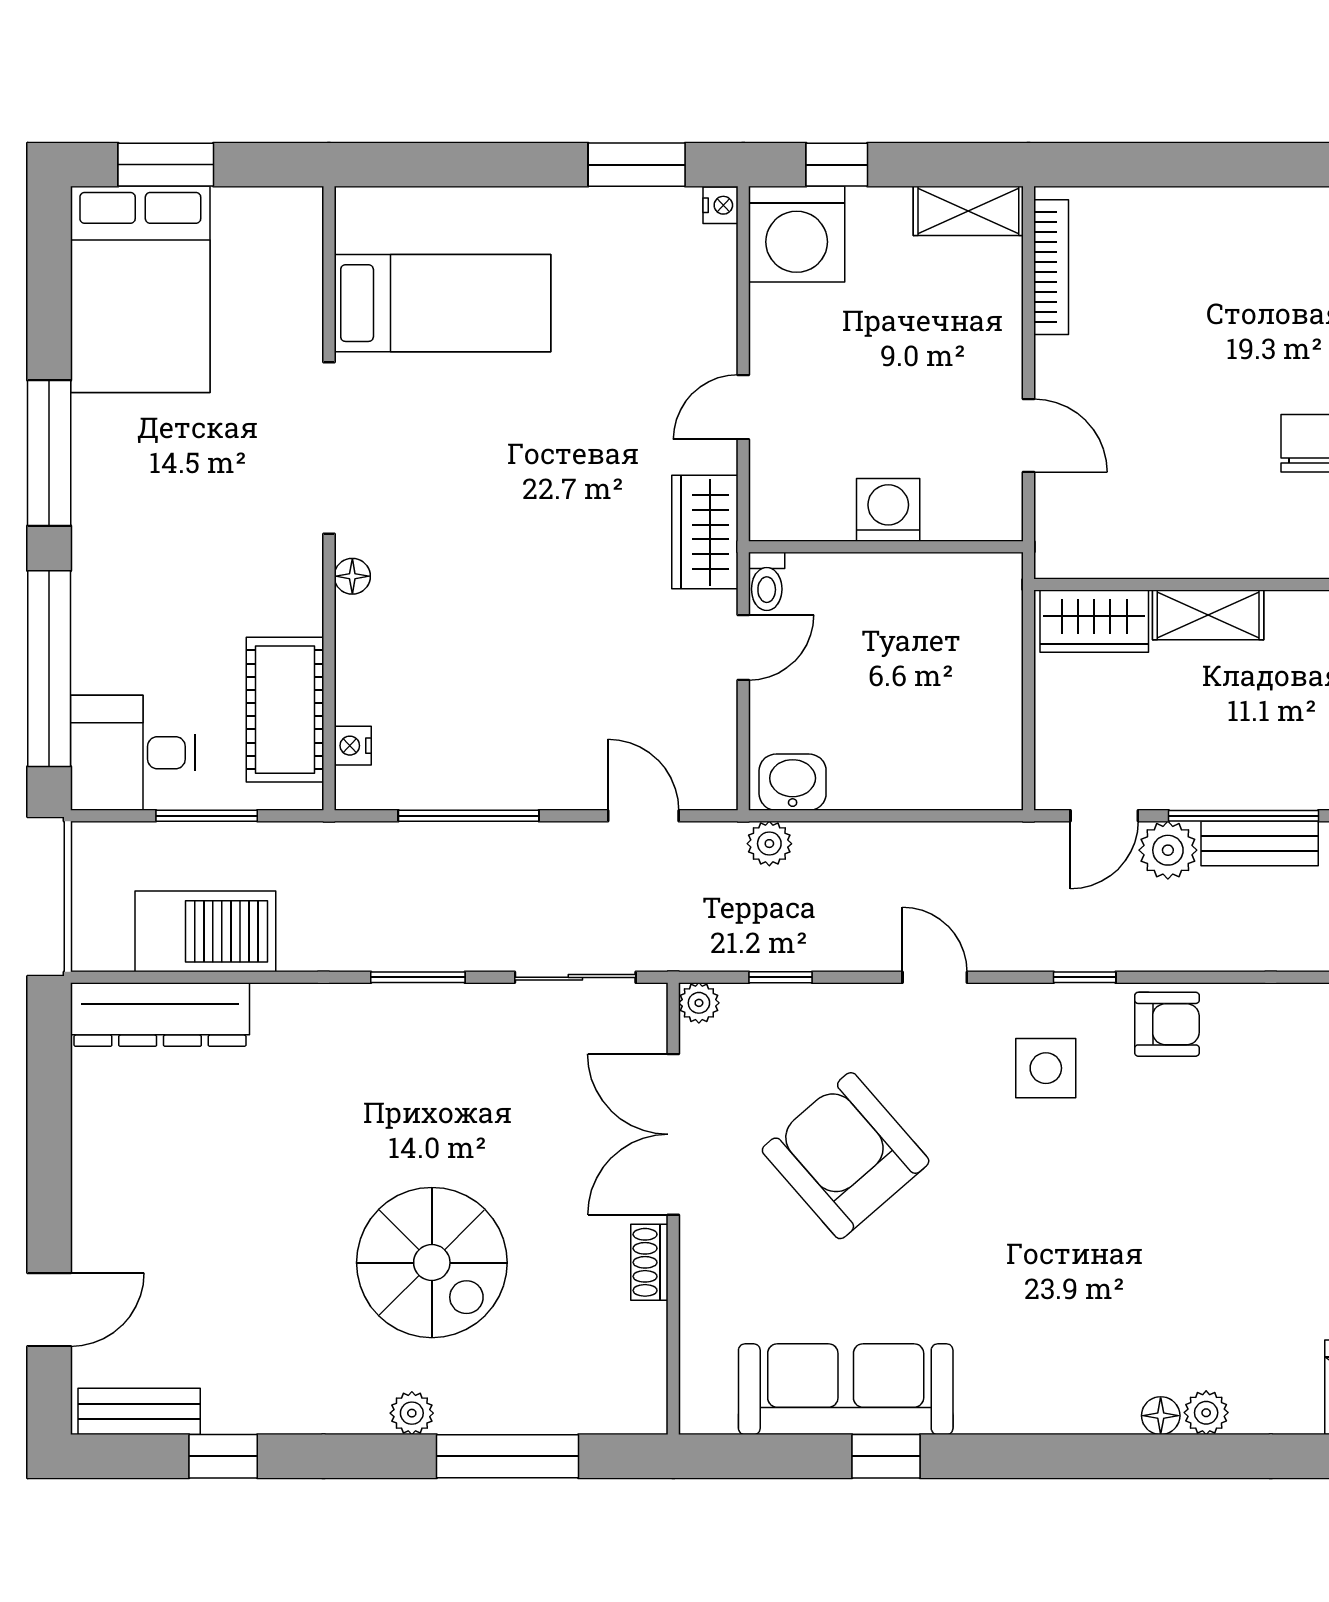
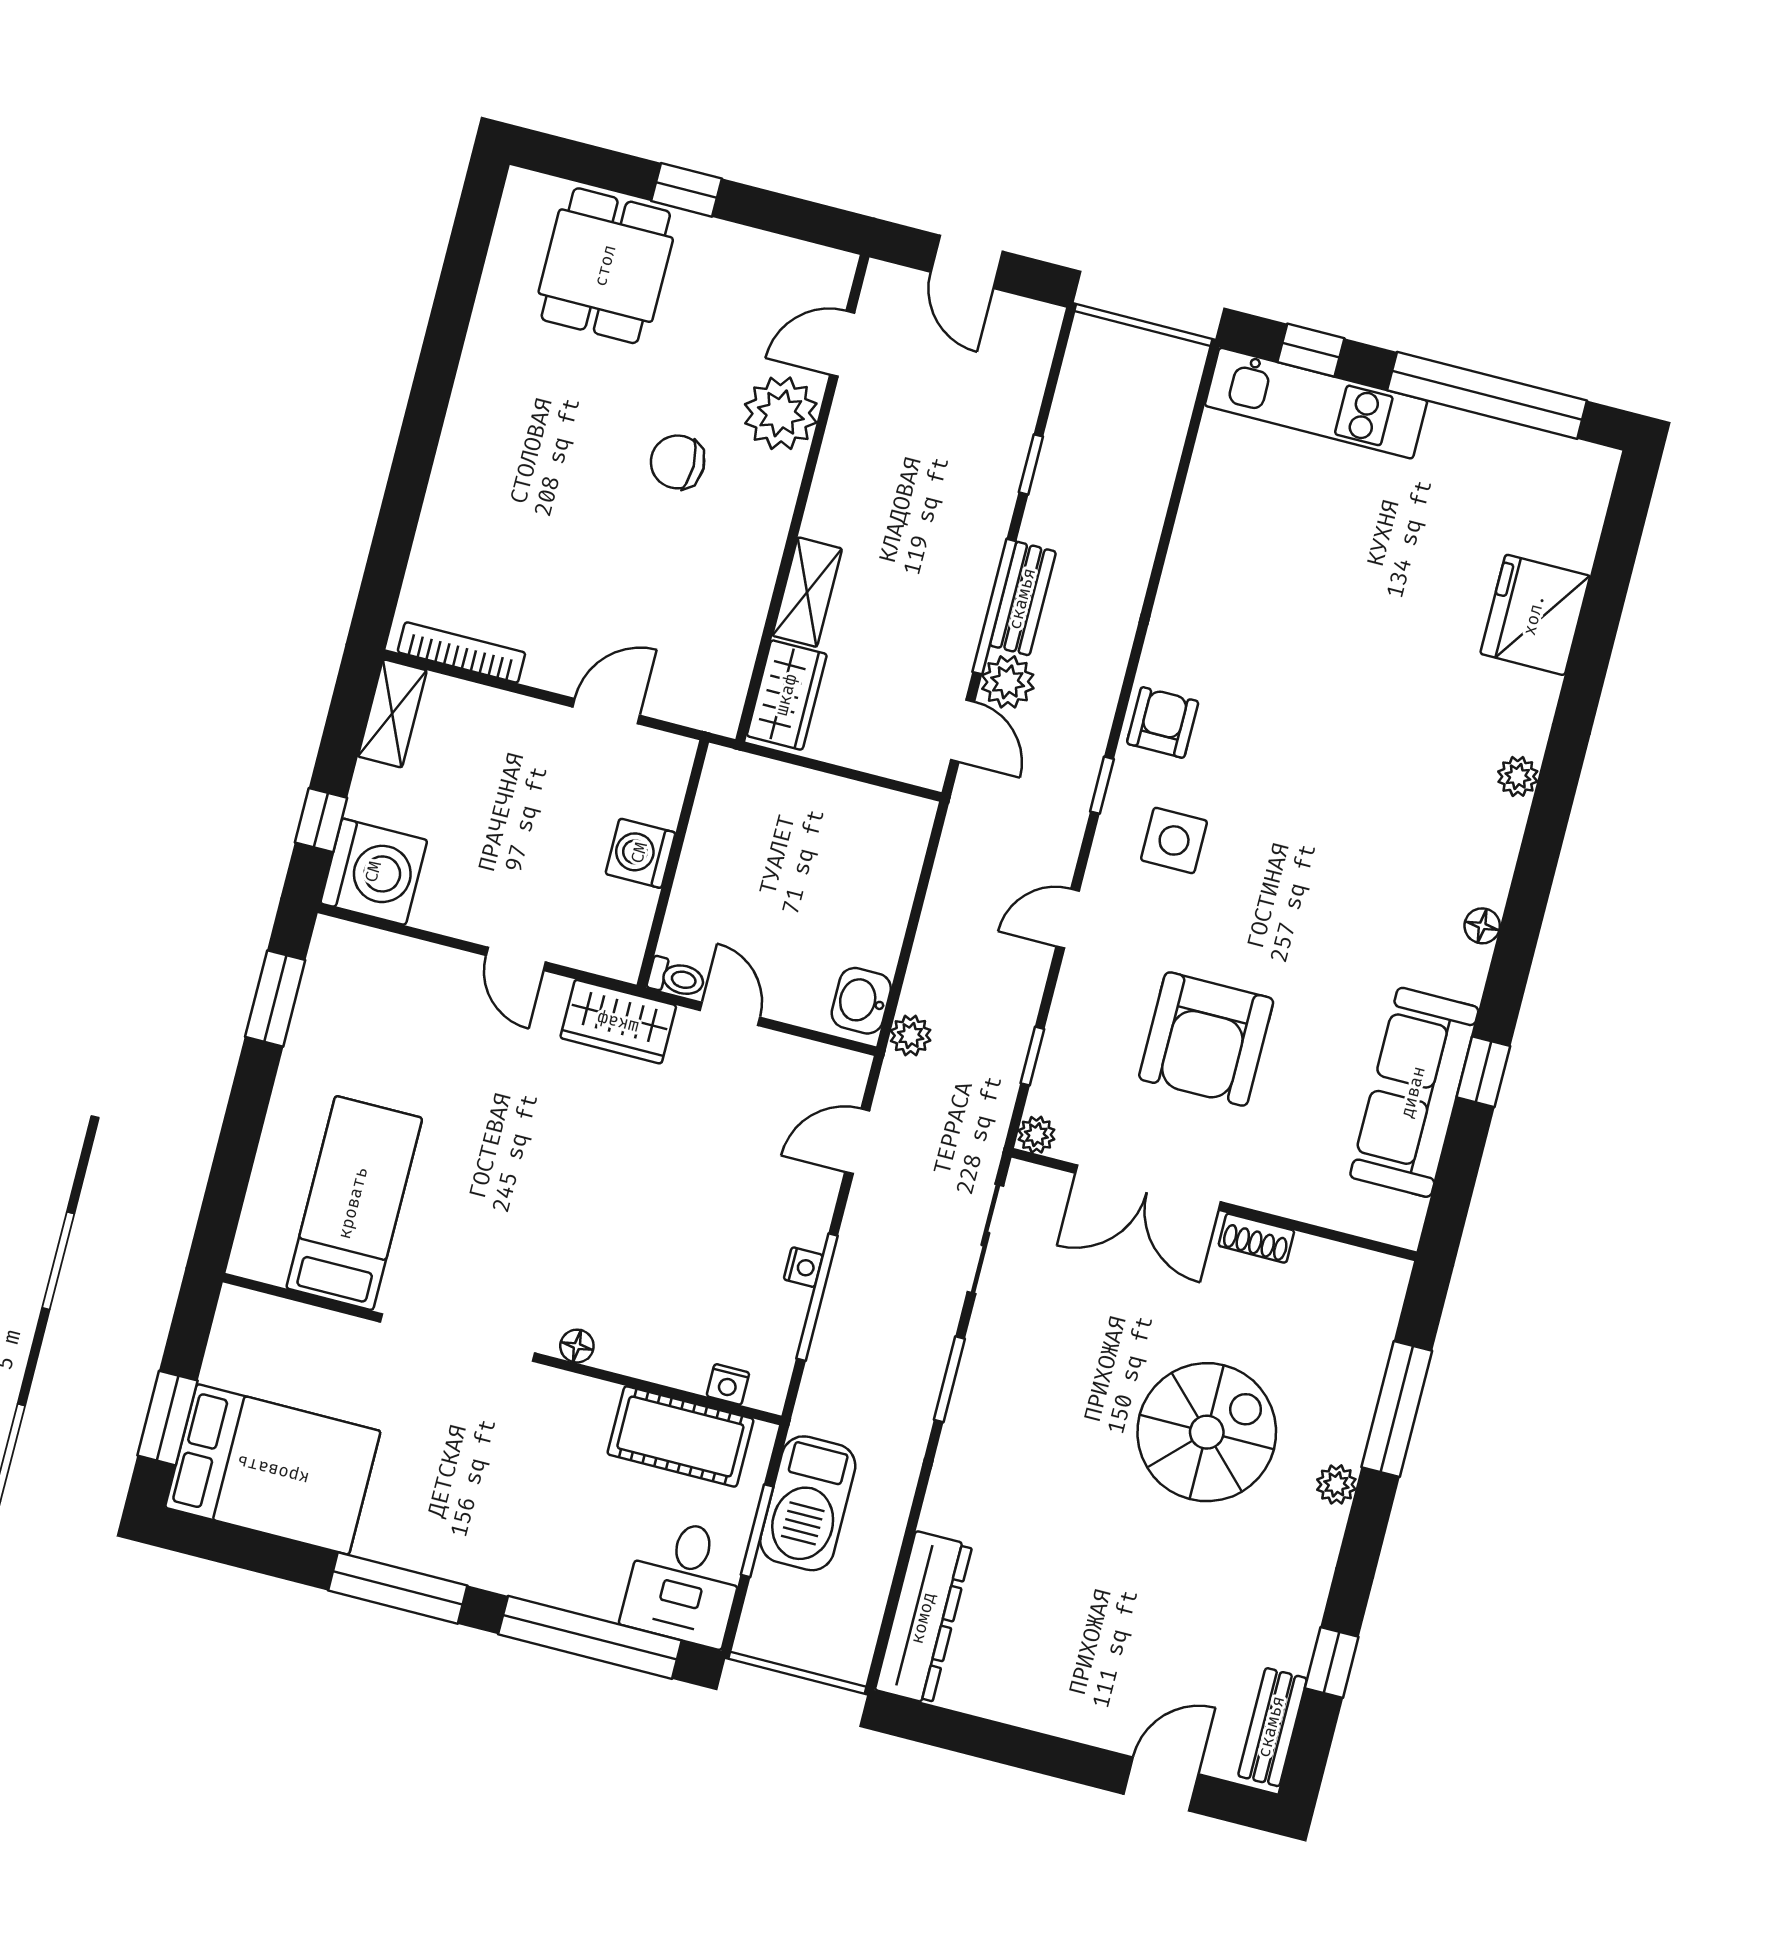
nightstand: (721, 205) -> (803, 1267), moved, turned 90
barbecue: (205, 931) -> (808, 1503), moved, turned 180
armchair: (846, 1156) -> (1206, 1039), turned -49
door: (49, 1310) -> (1161, 1784), hinge flipped
floor lamp: (1161, 1416) -> (1482, 926), moved

